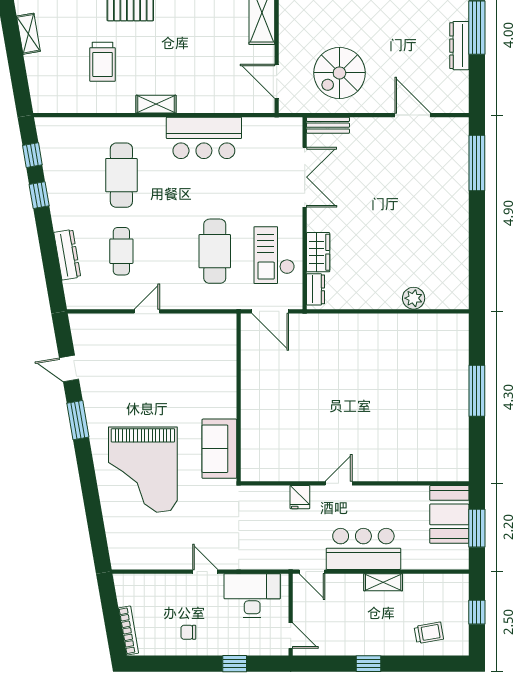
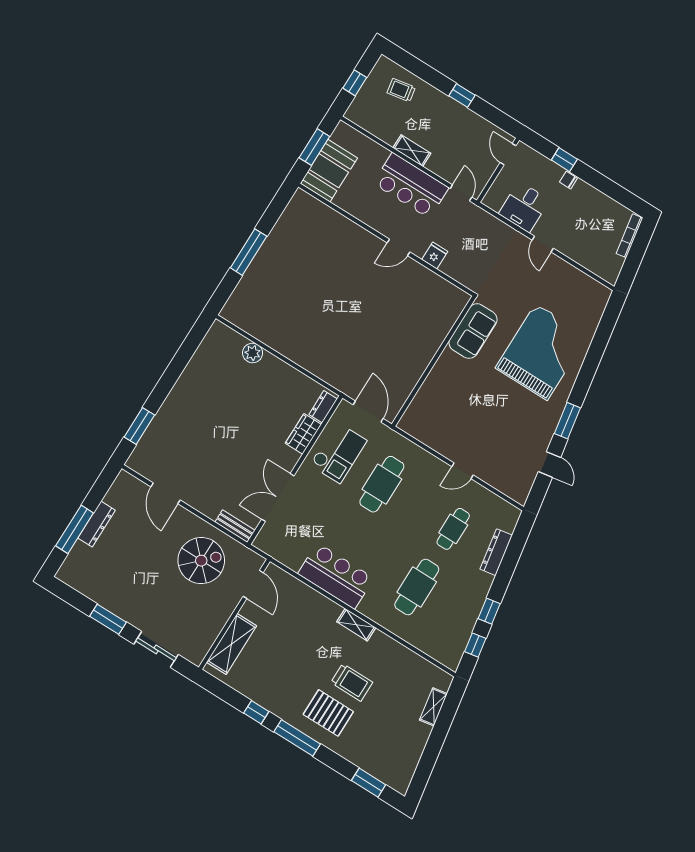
shelving: (28, 34) -> (433, 707), moved
trolley: (103, 62) -> (352, 682), moved, turned 90
window: (477, 163) -> (139, 426), width x0.69
desk: (252, 595) -> (524, 207), width x0.73
chair: (188, 632) -> (568, 180), moved, turned 180

